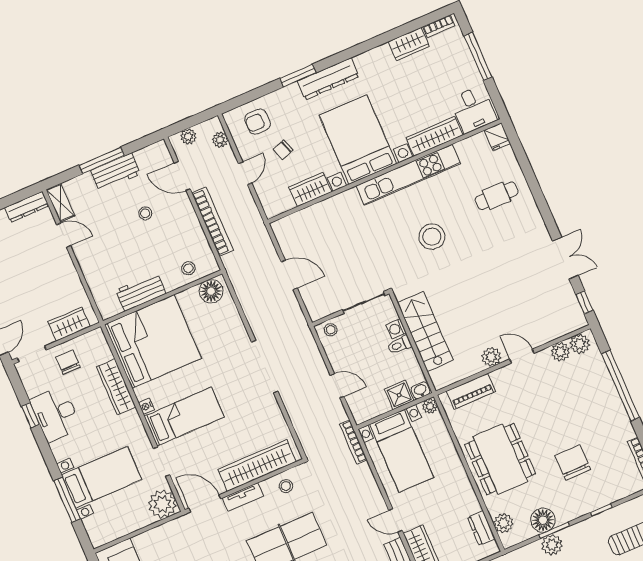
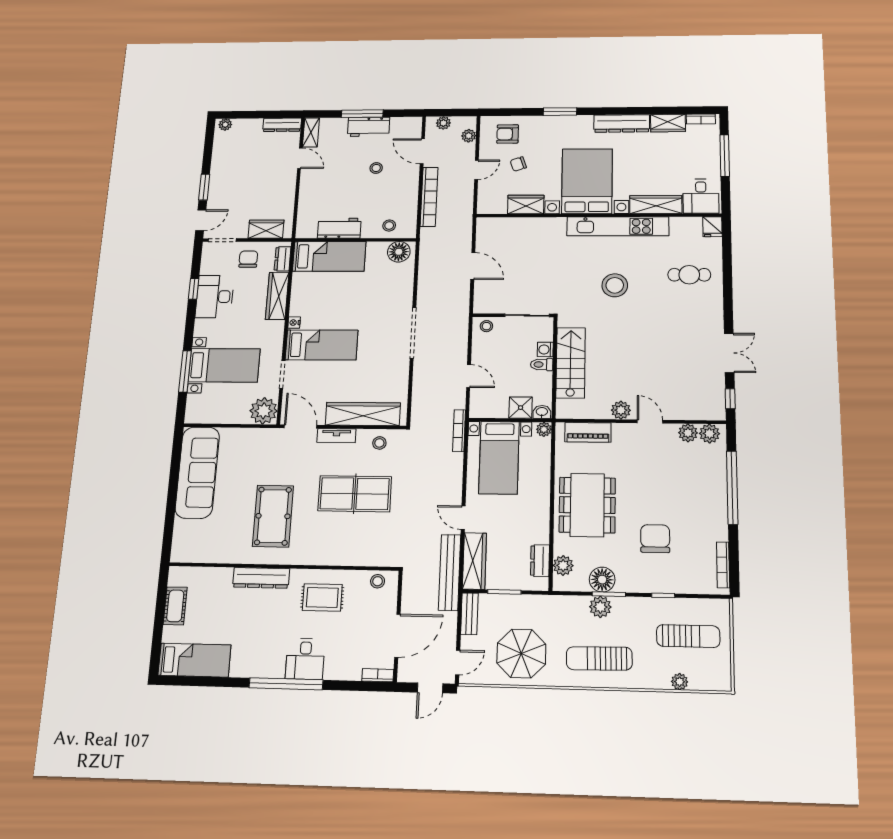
dresser: (328, 79) -> (622, 123), moved
bed: (153, 341) -> (329, 256), width x0.49
dresser: (102, 347) -> (283, 259), added

